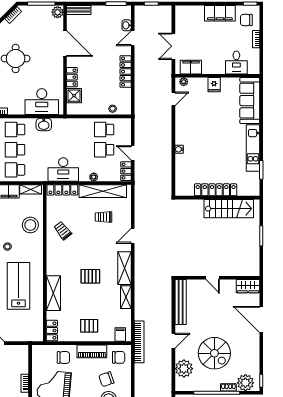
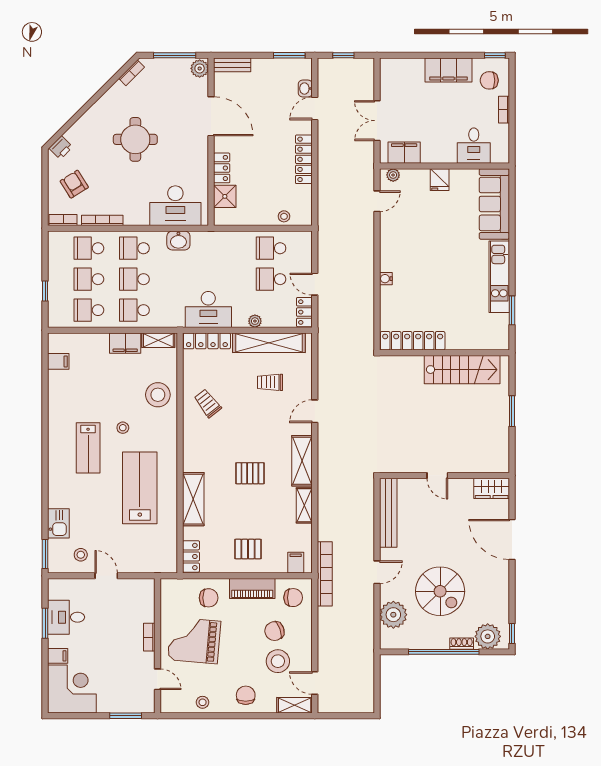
locker: (216, 190) -> (413, 341), moved

